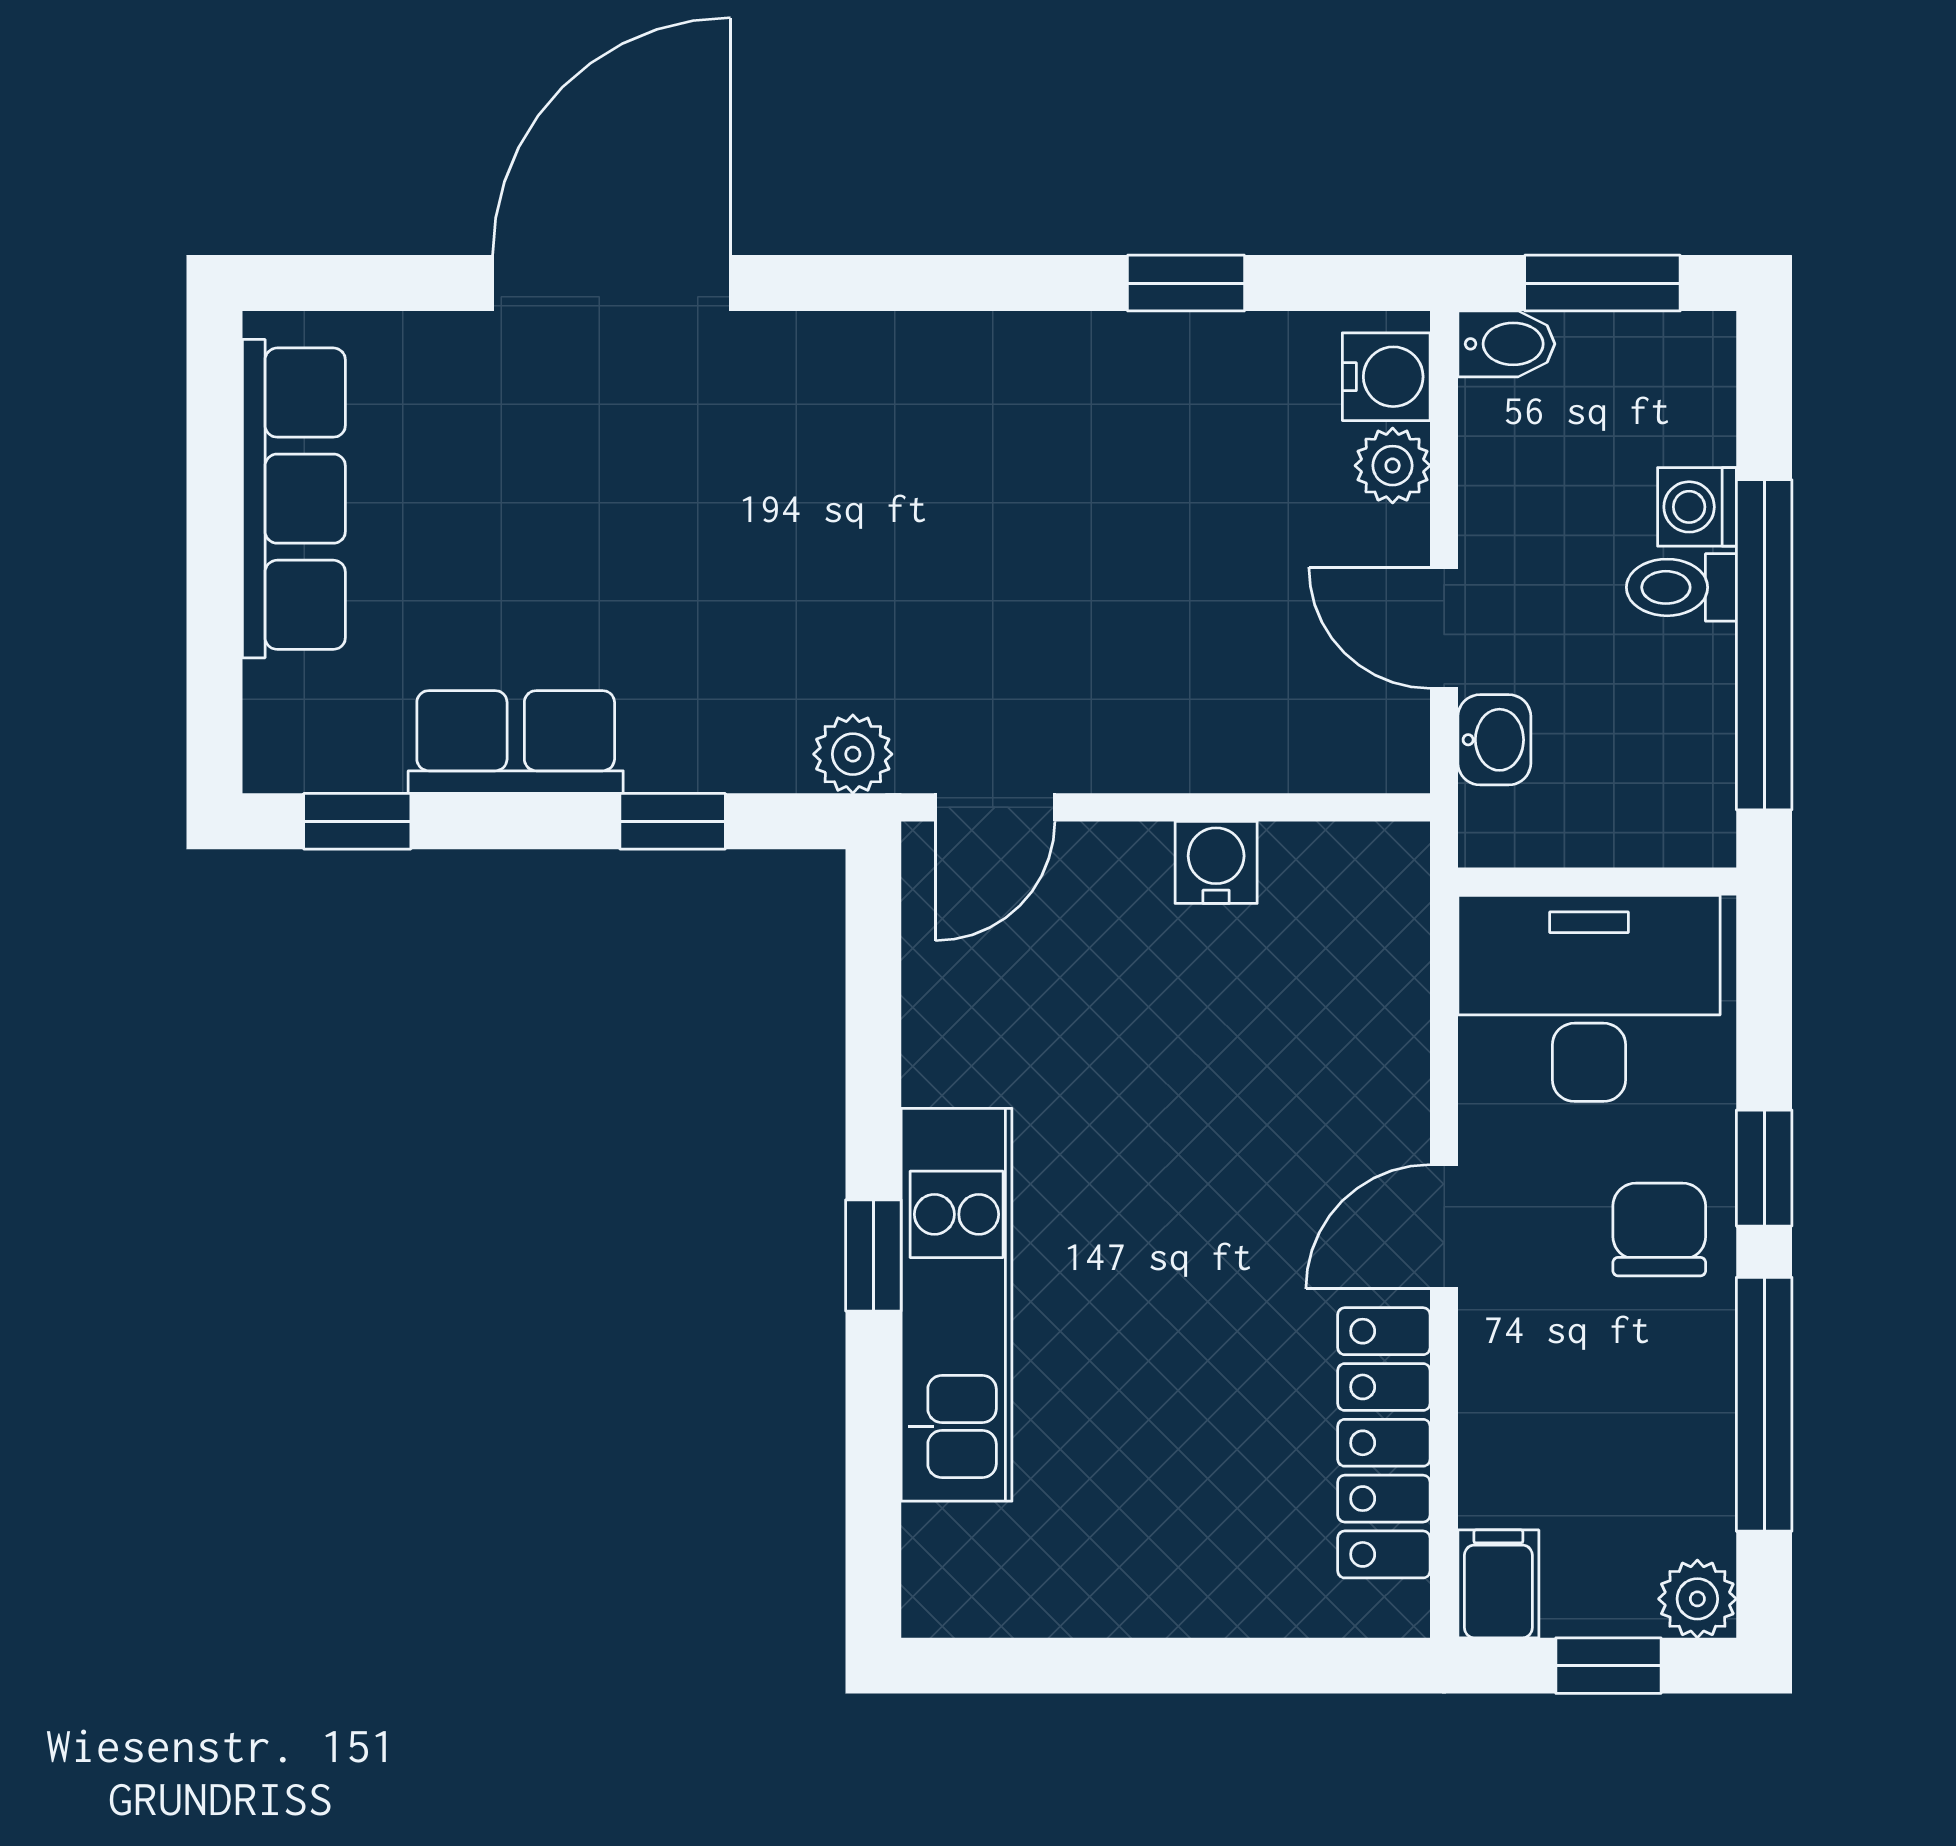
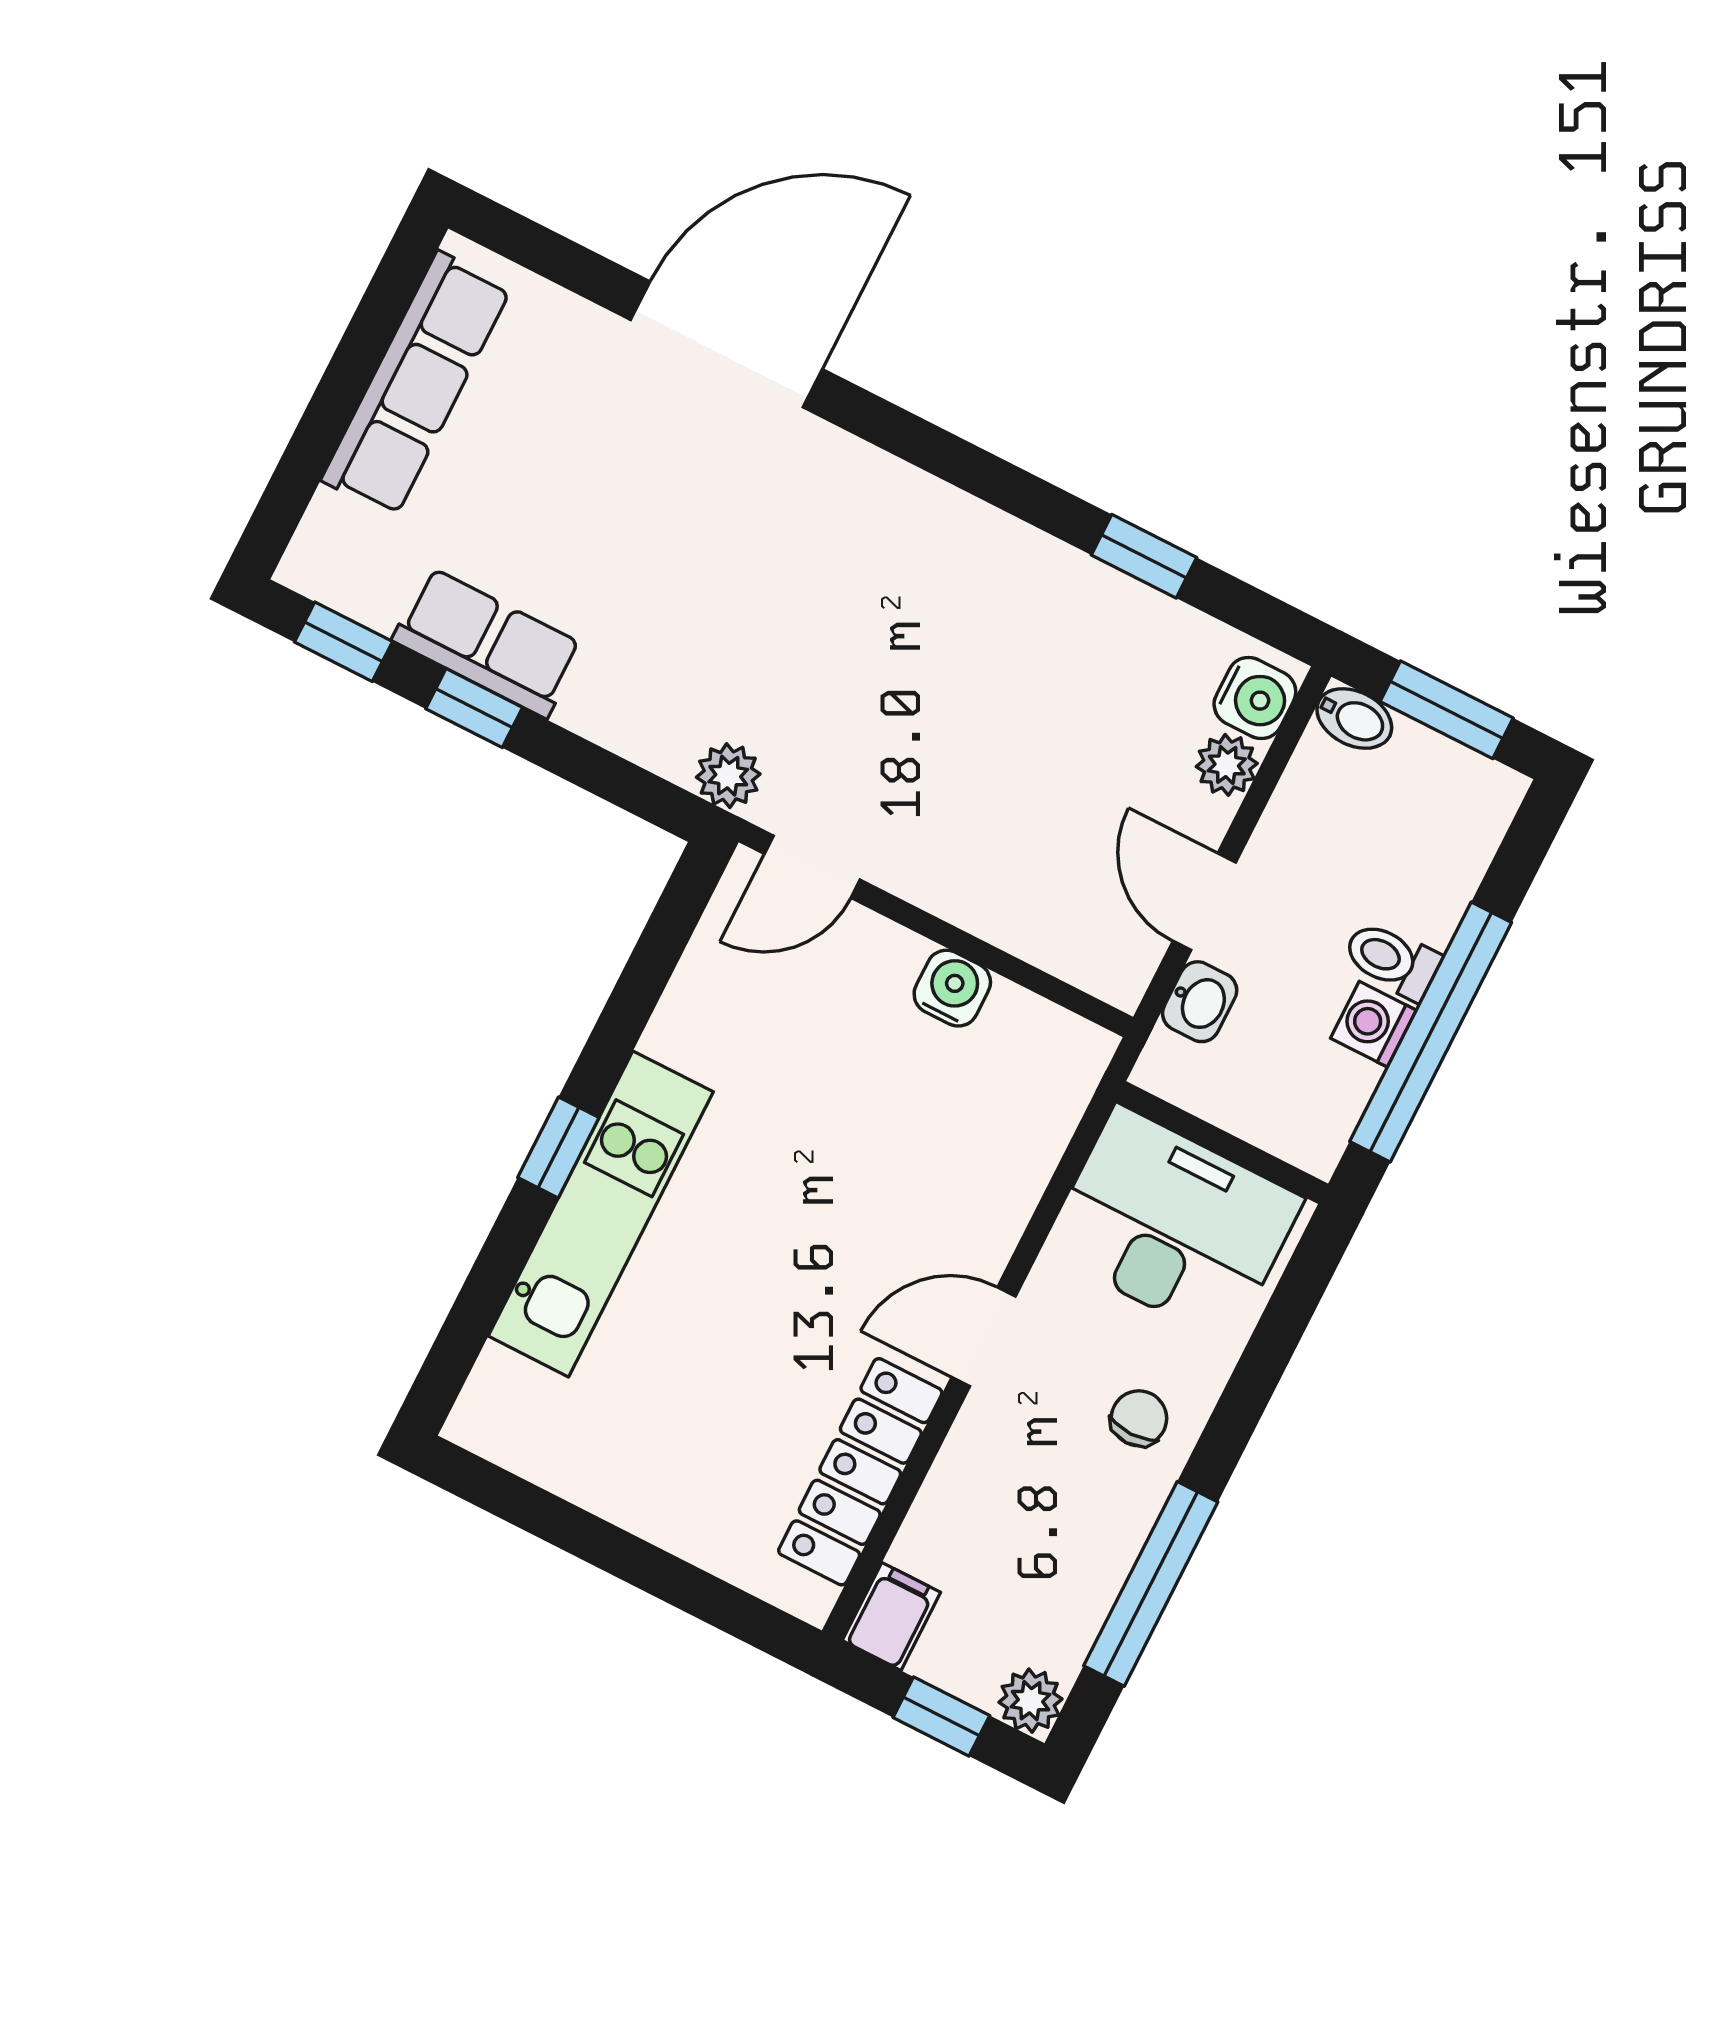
washing machine: (1697, 507) -> (1373, 1024), moved
window: (673, 821) -> (474, 708), moved
window: (1764, 1168) -> (1238, 1412), removed
chair: (1659, 1230) -> (1139, 1418), width x0.73, depth x0.73

